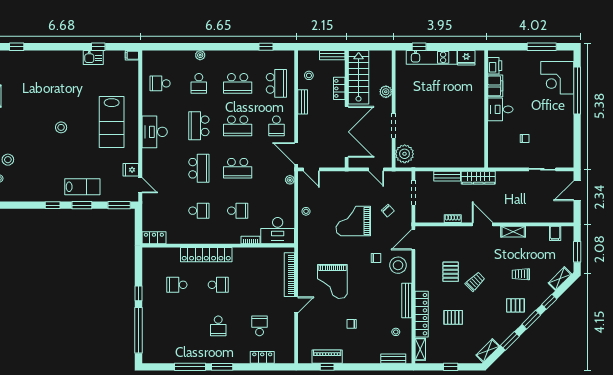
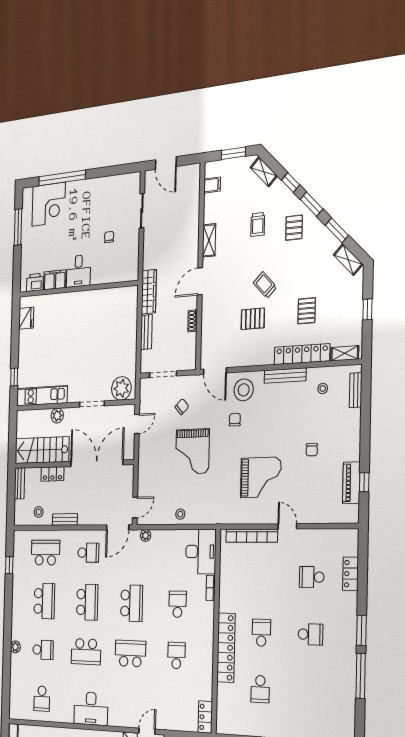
kitchen unit: (432, 57) -> (42, 396), moved, turned -90

